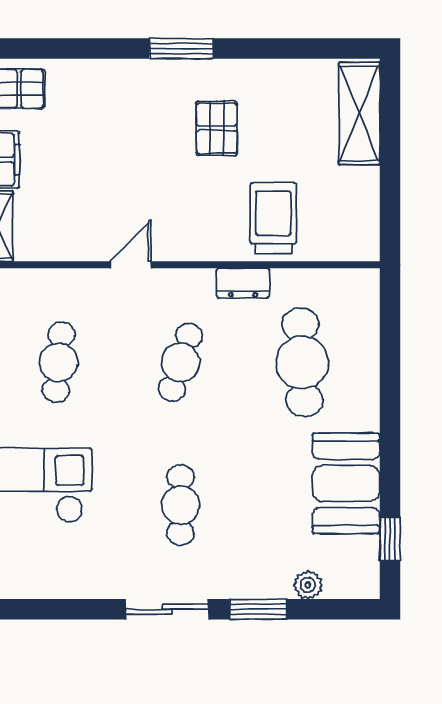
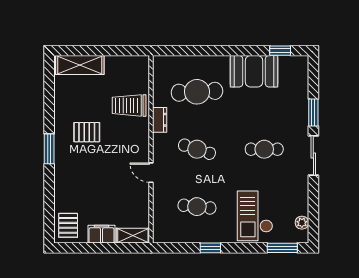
plant: (308, 585) -> (302, 223), moved

